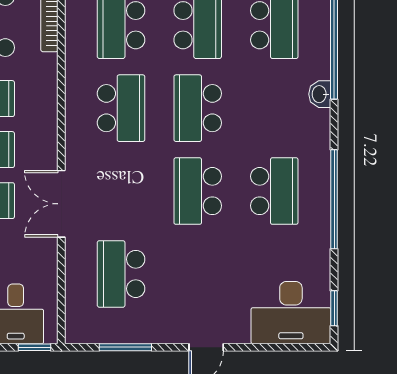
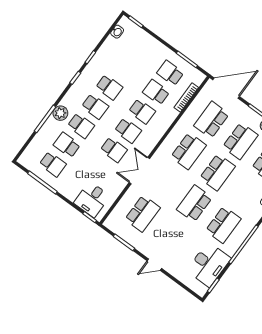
school desk: (198, 108) -> (217, 172), turned 180
school desk: (121, 274) -> (143, 214), turned 180
desk: (291, 313) -> (209, 264), moved, turned -90

